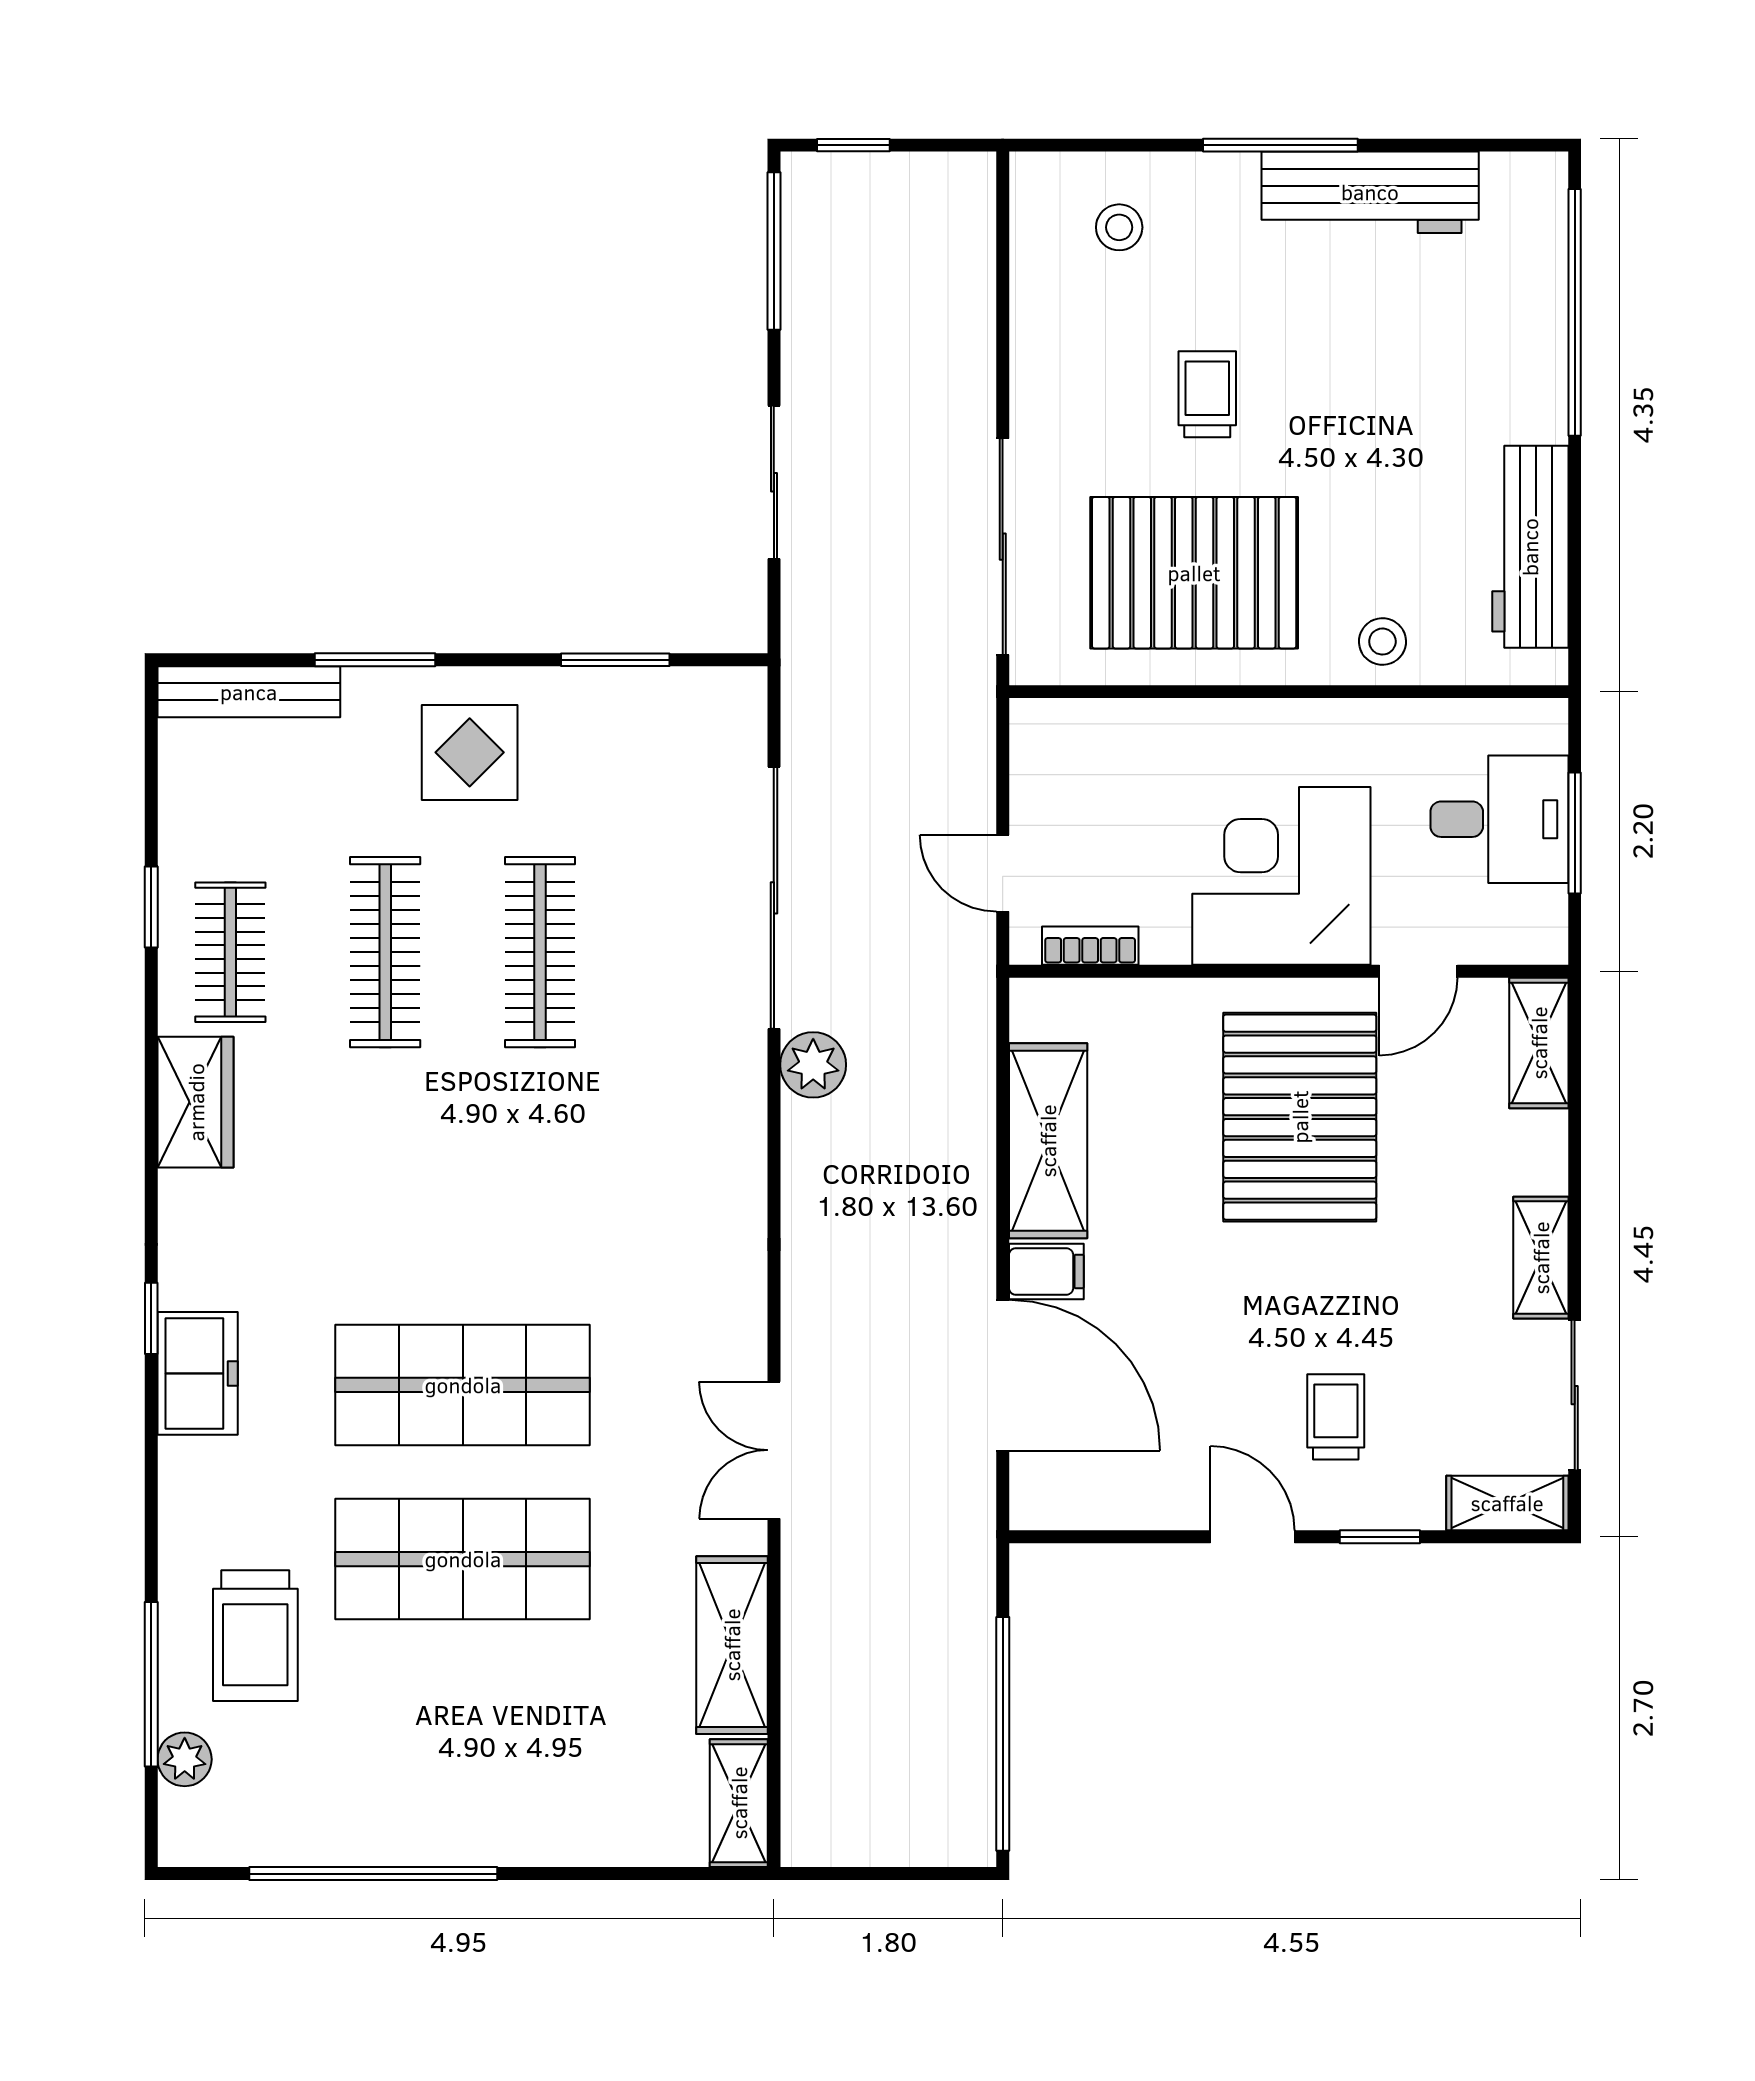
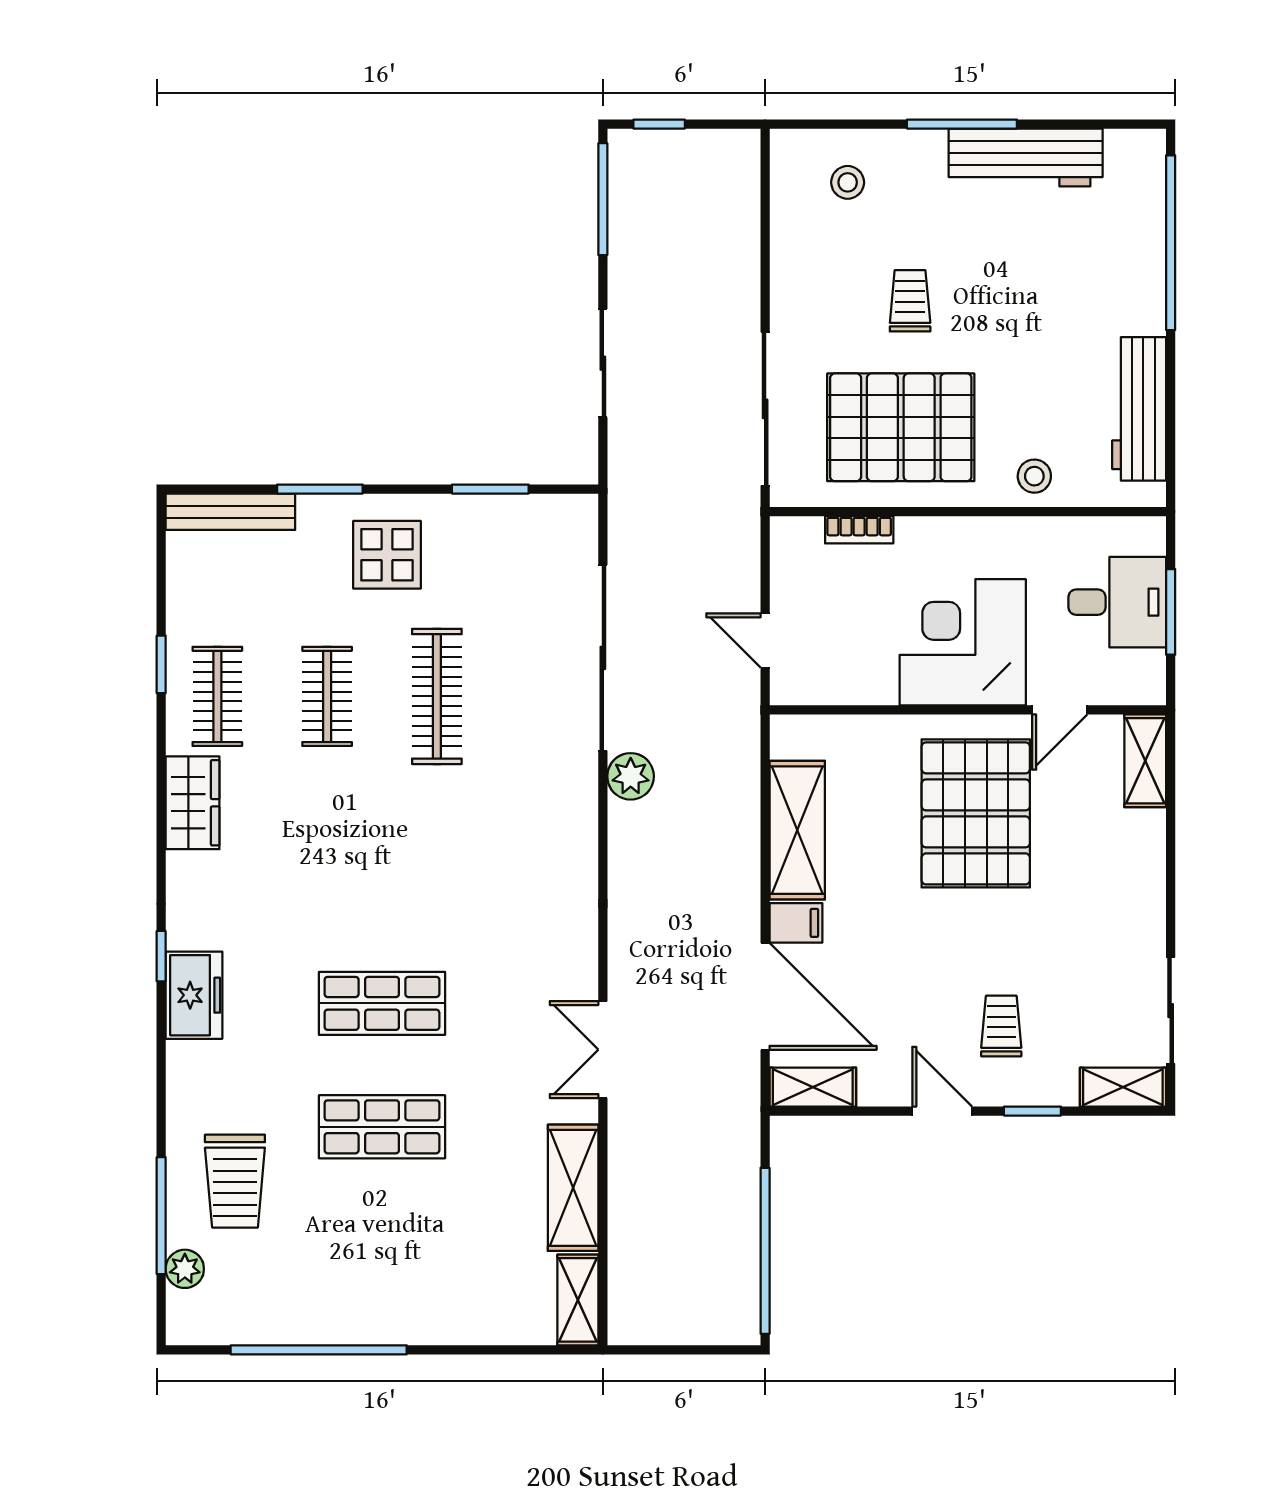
bookcase: (1090, 946) -> (859, 530), moved, turned 180
clothes rail: (385, 952) -> (327, 696), width x0.73
shelving: (1541, 1258) -> (813, 1087), moved, turned 90
shop shelf: (463, 1385) -> (382, 1003), width x0.70, depth x0.74
shop shelf: (463, 1559) -> (382, 1127), width x0.70, depth x0.74

